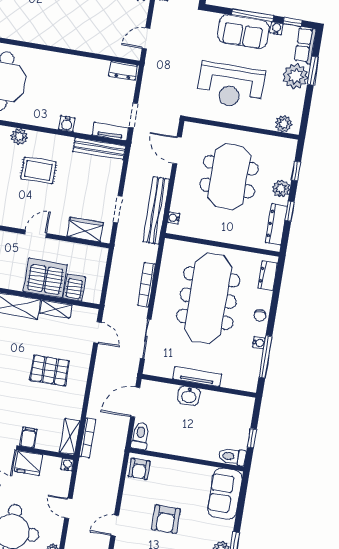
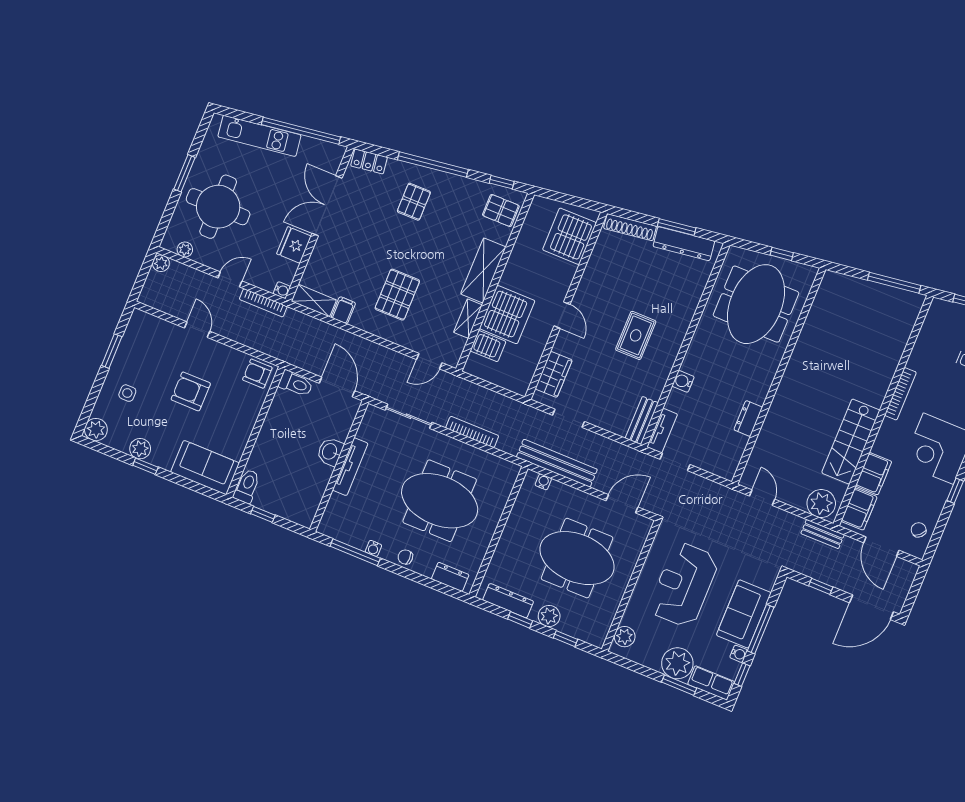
dresser: (123, 71) -> (748, 418), moved
plant: (19, 137) -> (681, 322), removed
bench: (99, 149) -> (642, 421), width x0.73
meeting table: (208, 298) -> (440, 501), width x0.73
filing cabinet: (28, 438) -> (343, 310), moved, turned -90
bookcase: (87, 438) -> (263, 303), moved

